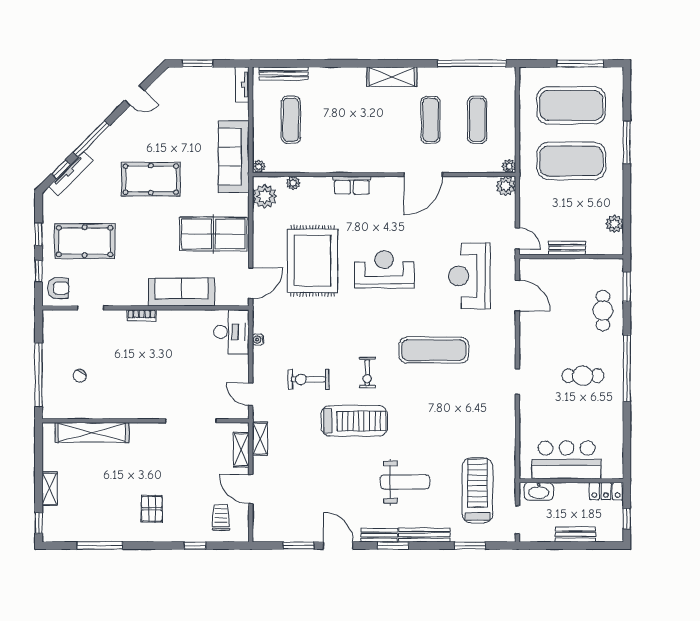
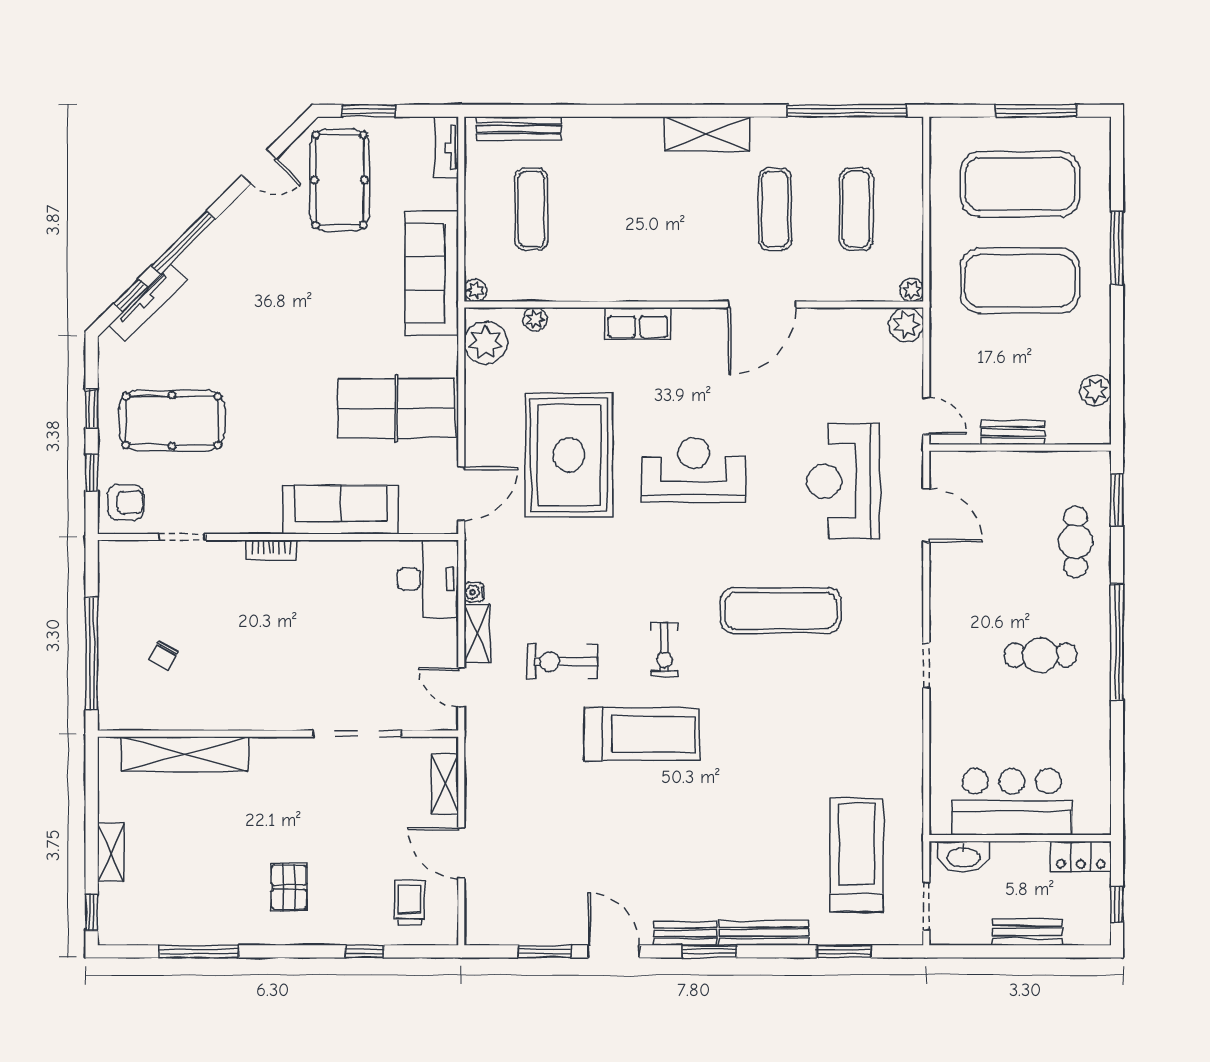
pool table: (151, 179) -> (340, 180), moved, turned 90
shelving: (260, 439) -> (477, 633), moved
weight bench: (405, 482) -> (730, 840), removed

